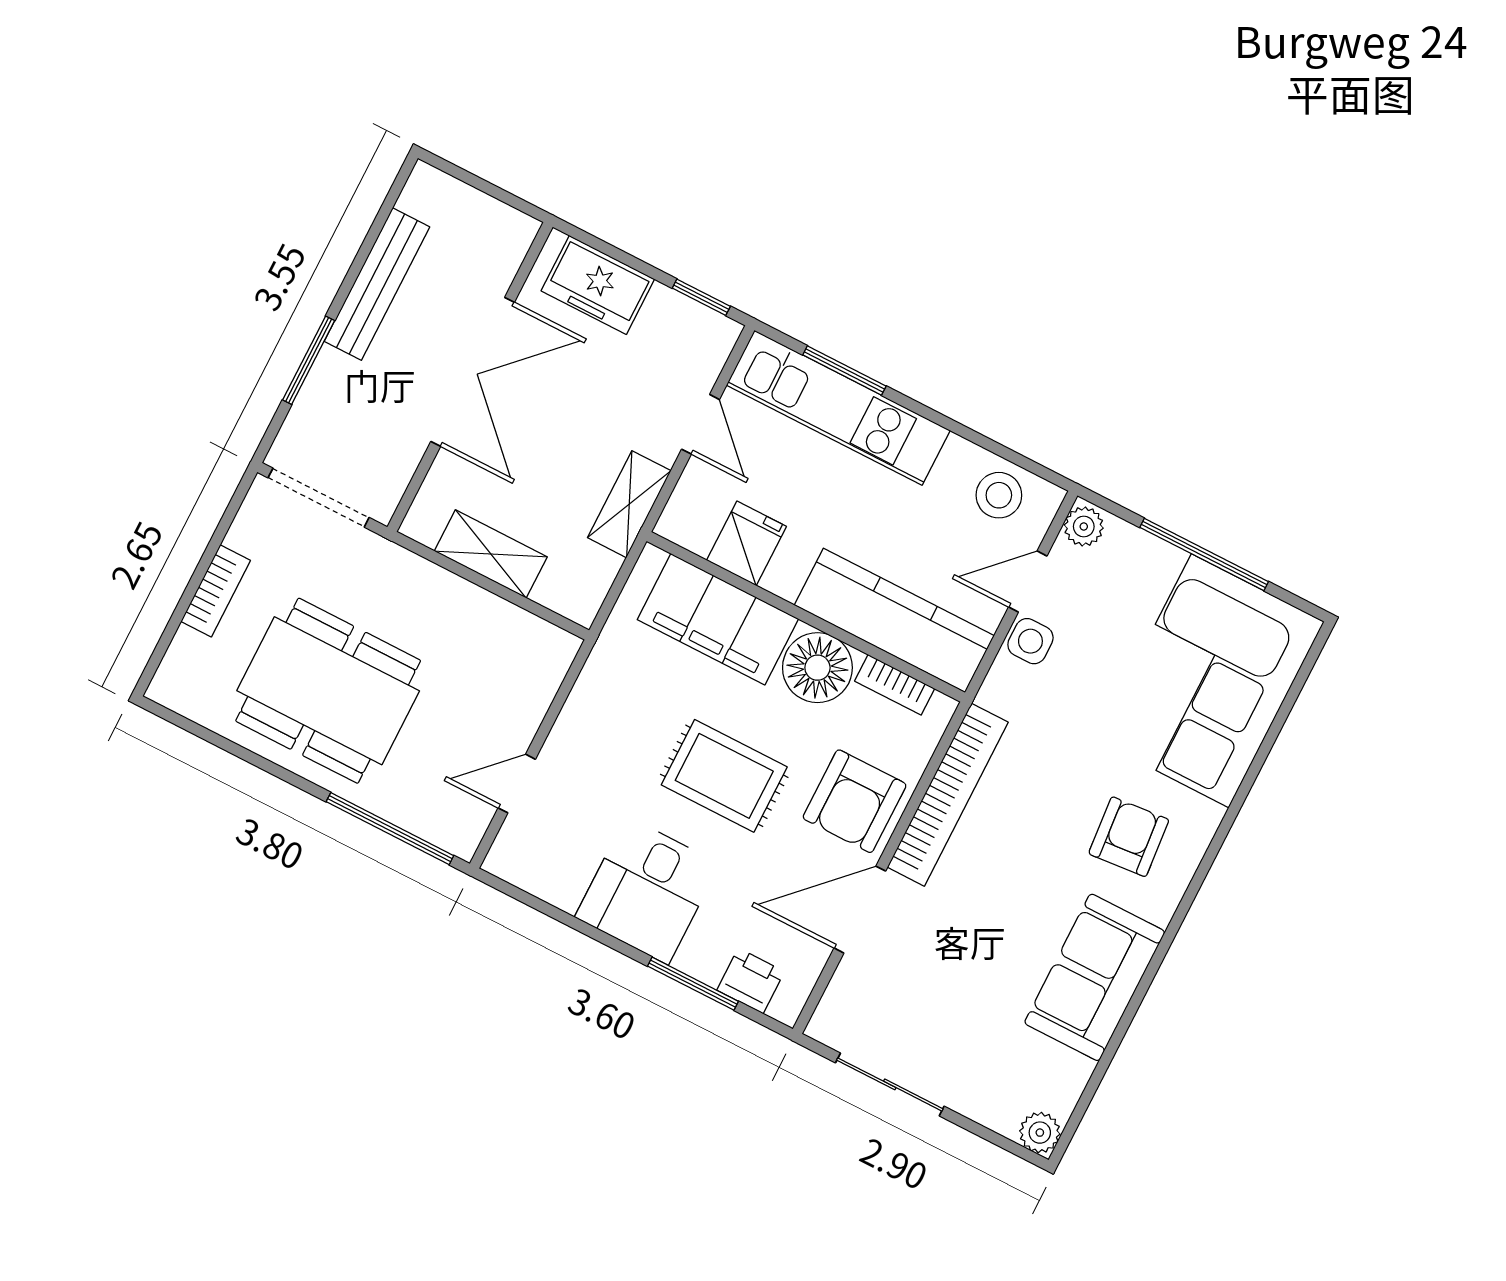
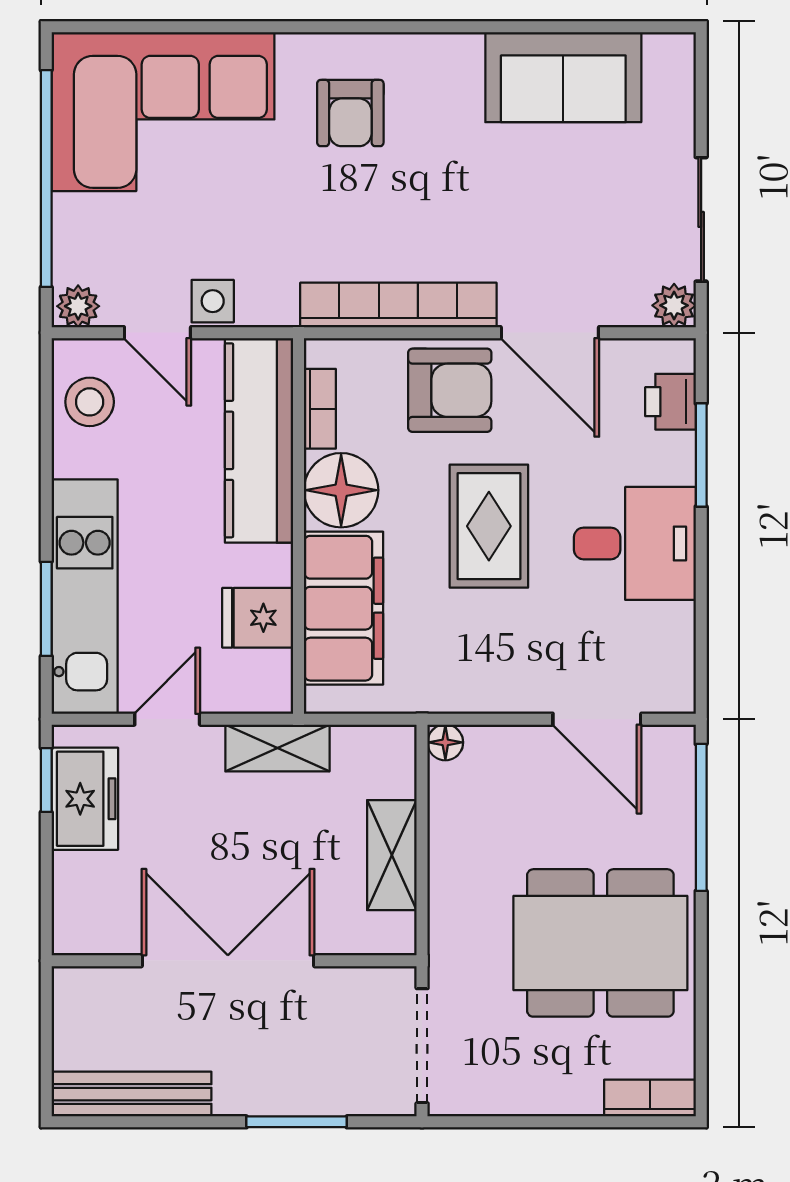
bench: (377, 284) -> (132, 1094), moved
freezer: (598, 285) -> (85, 799), moved
window: (1204, 554) -> (46, 179), width x1.46
bookcase: (216, 591) -> (650, 1098), moved
floor lamp: (562, 647) -> (445, 742), added
dining table: (328, 691) -> (600, 943), turned 90
door: (517, 784) -> (597, 719), width x1.38
armchair: (1129, 837) -> (350, 113), turned -85
sofa: (1095, 977) -> (563, 77), moved
plant: (1040, 1133) -> (674, 305), moved

